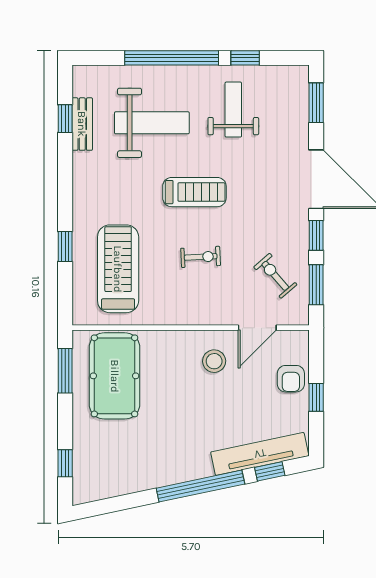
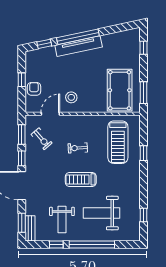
bench: (82, 124) -> (30, 228), moved
tv unit: (260, 454) -> (79, 46), moved

